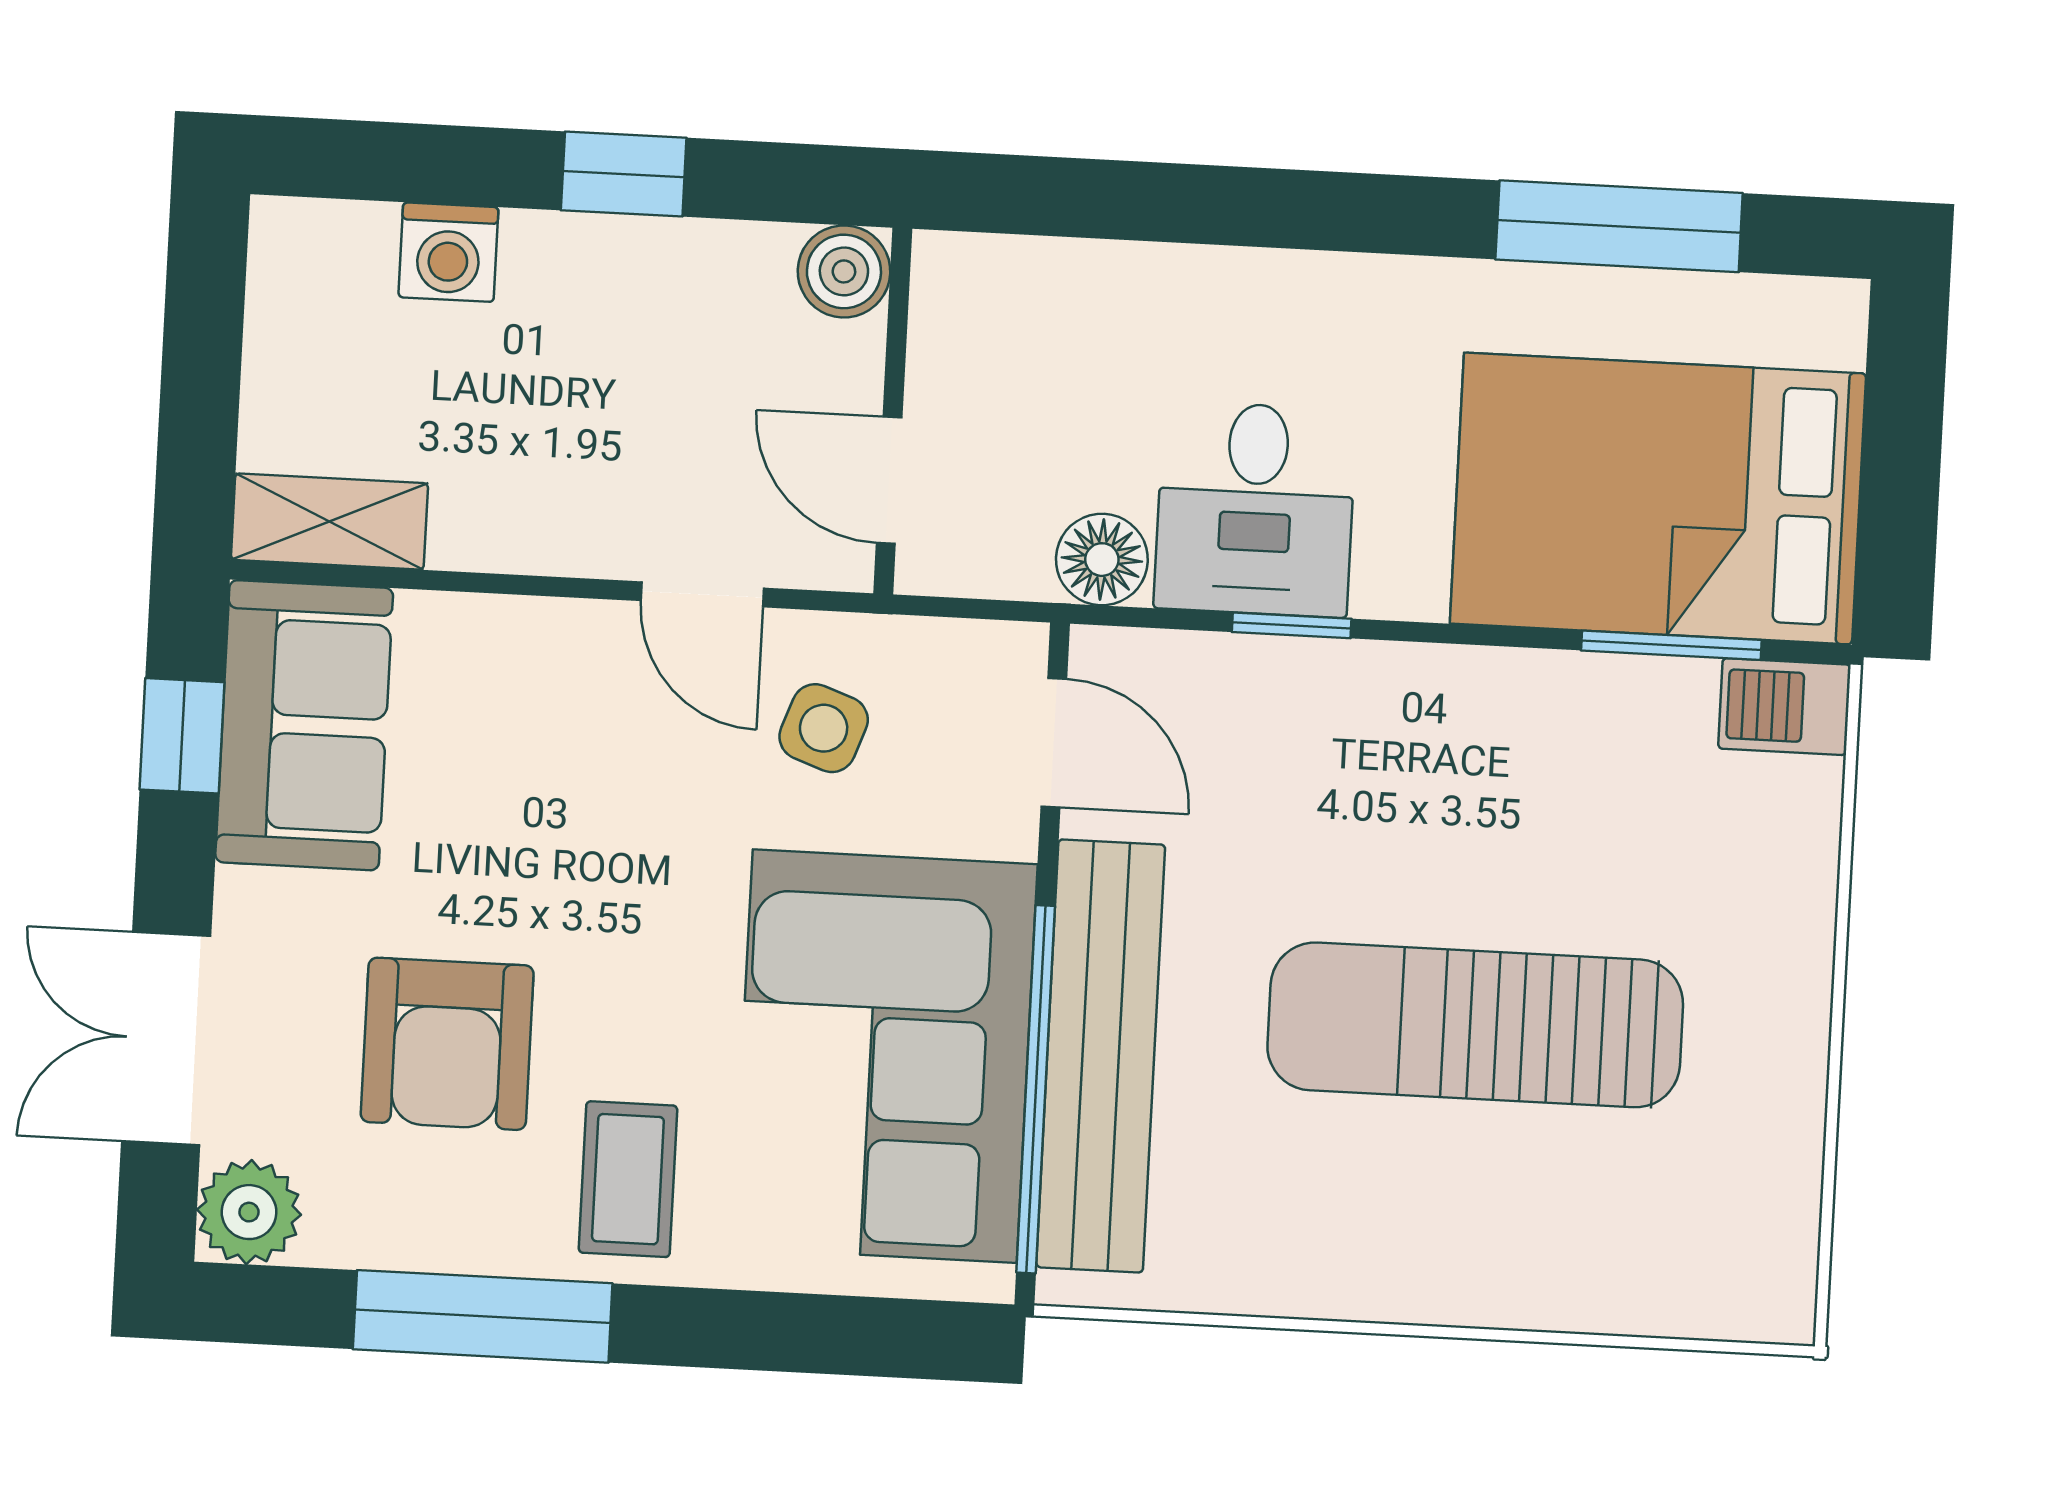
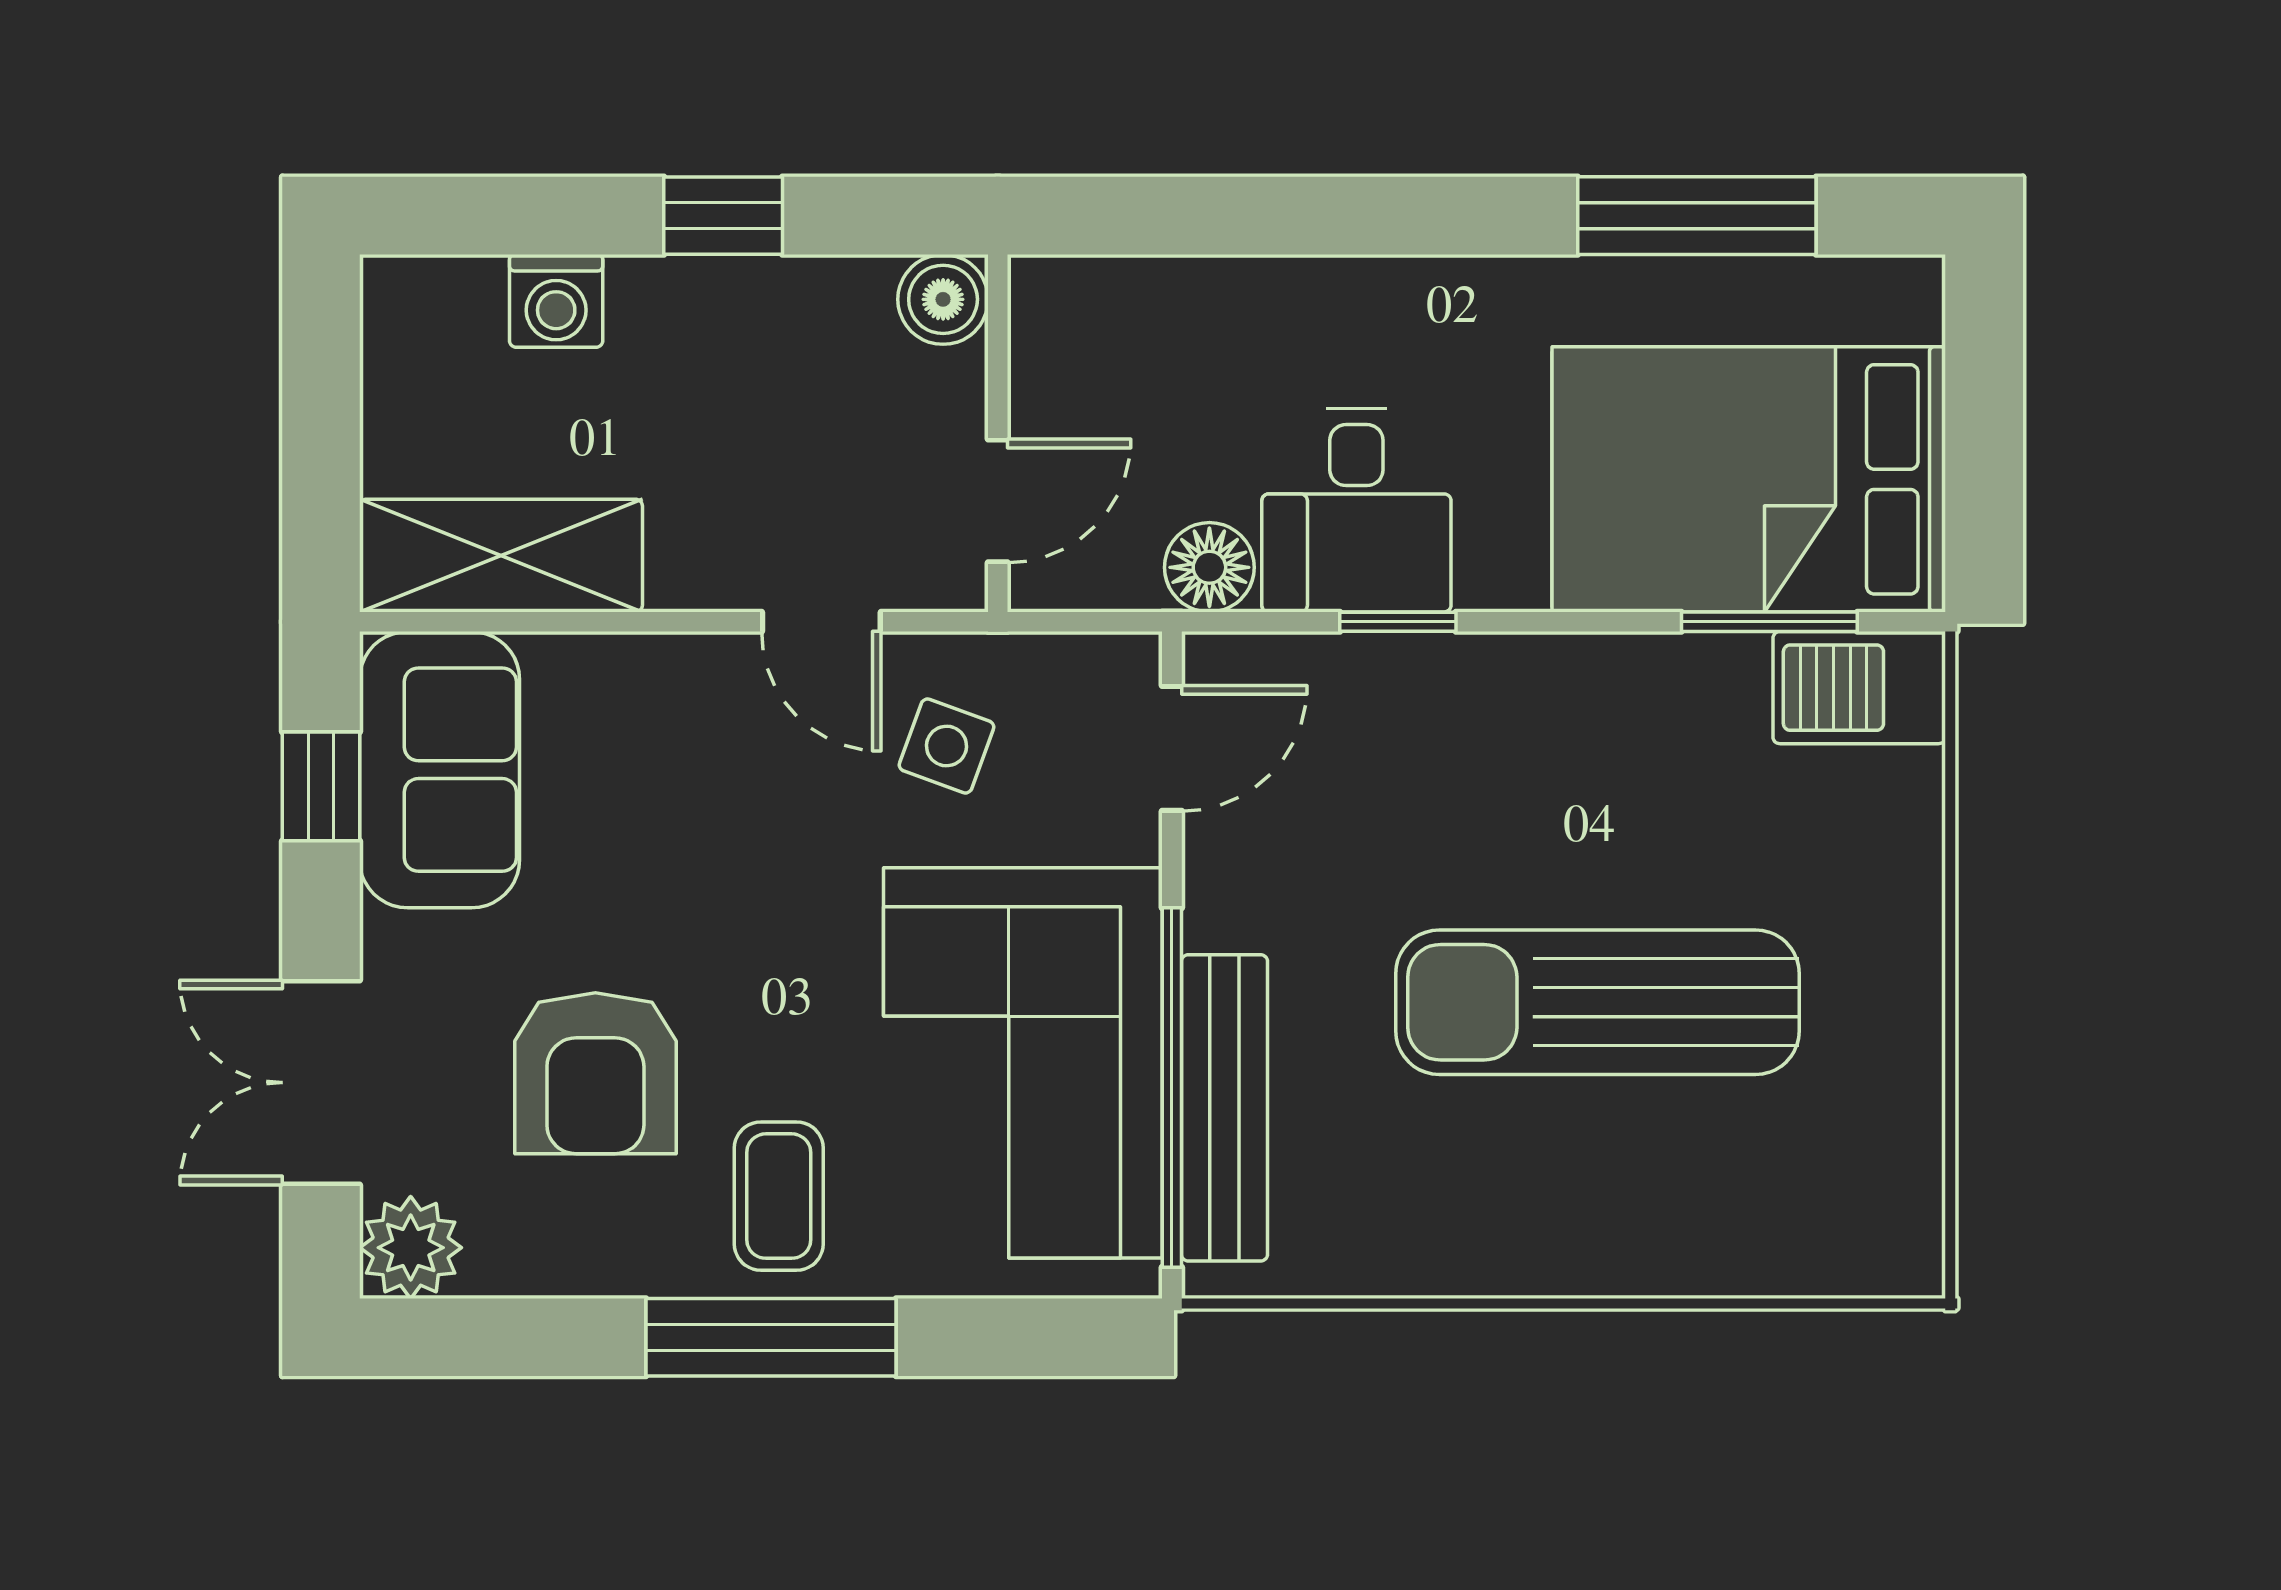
door: (889, 480) -> (998, 501), swing flipped
shelving: (329, 522) -> (501, 556), width x1.50, depth x1.33
barbecue: (1784, 707) -> (1859, 688), width x1.38, depth x1.27
door: (1054, 743) -> (1172, 748), hinge flipped
bench: (1101, 1056) -> (1224, 1108), width x0.73, depth x0.82
window: (483, 1316) -> (771, 1337), moved

